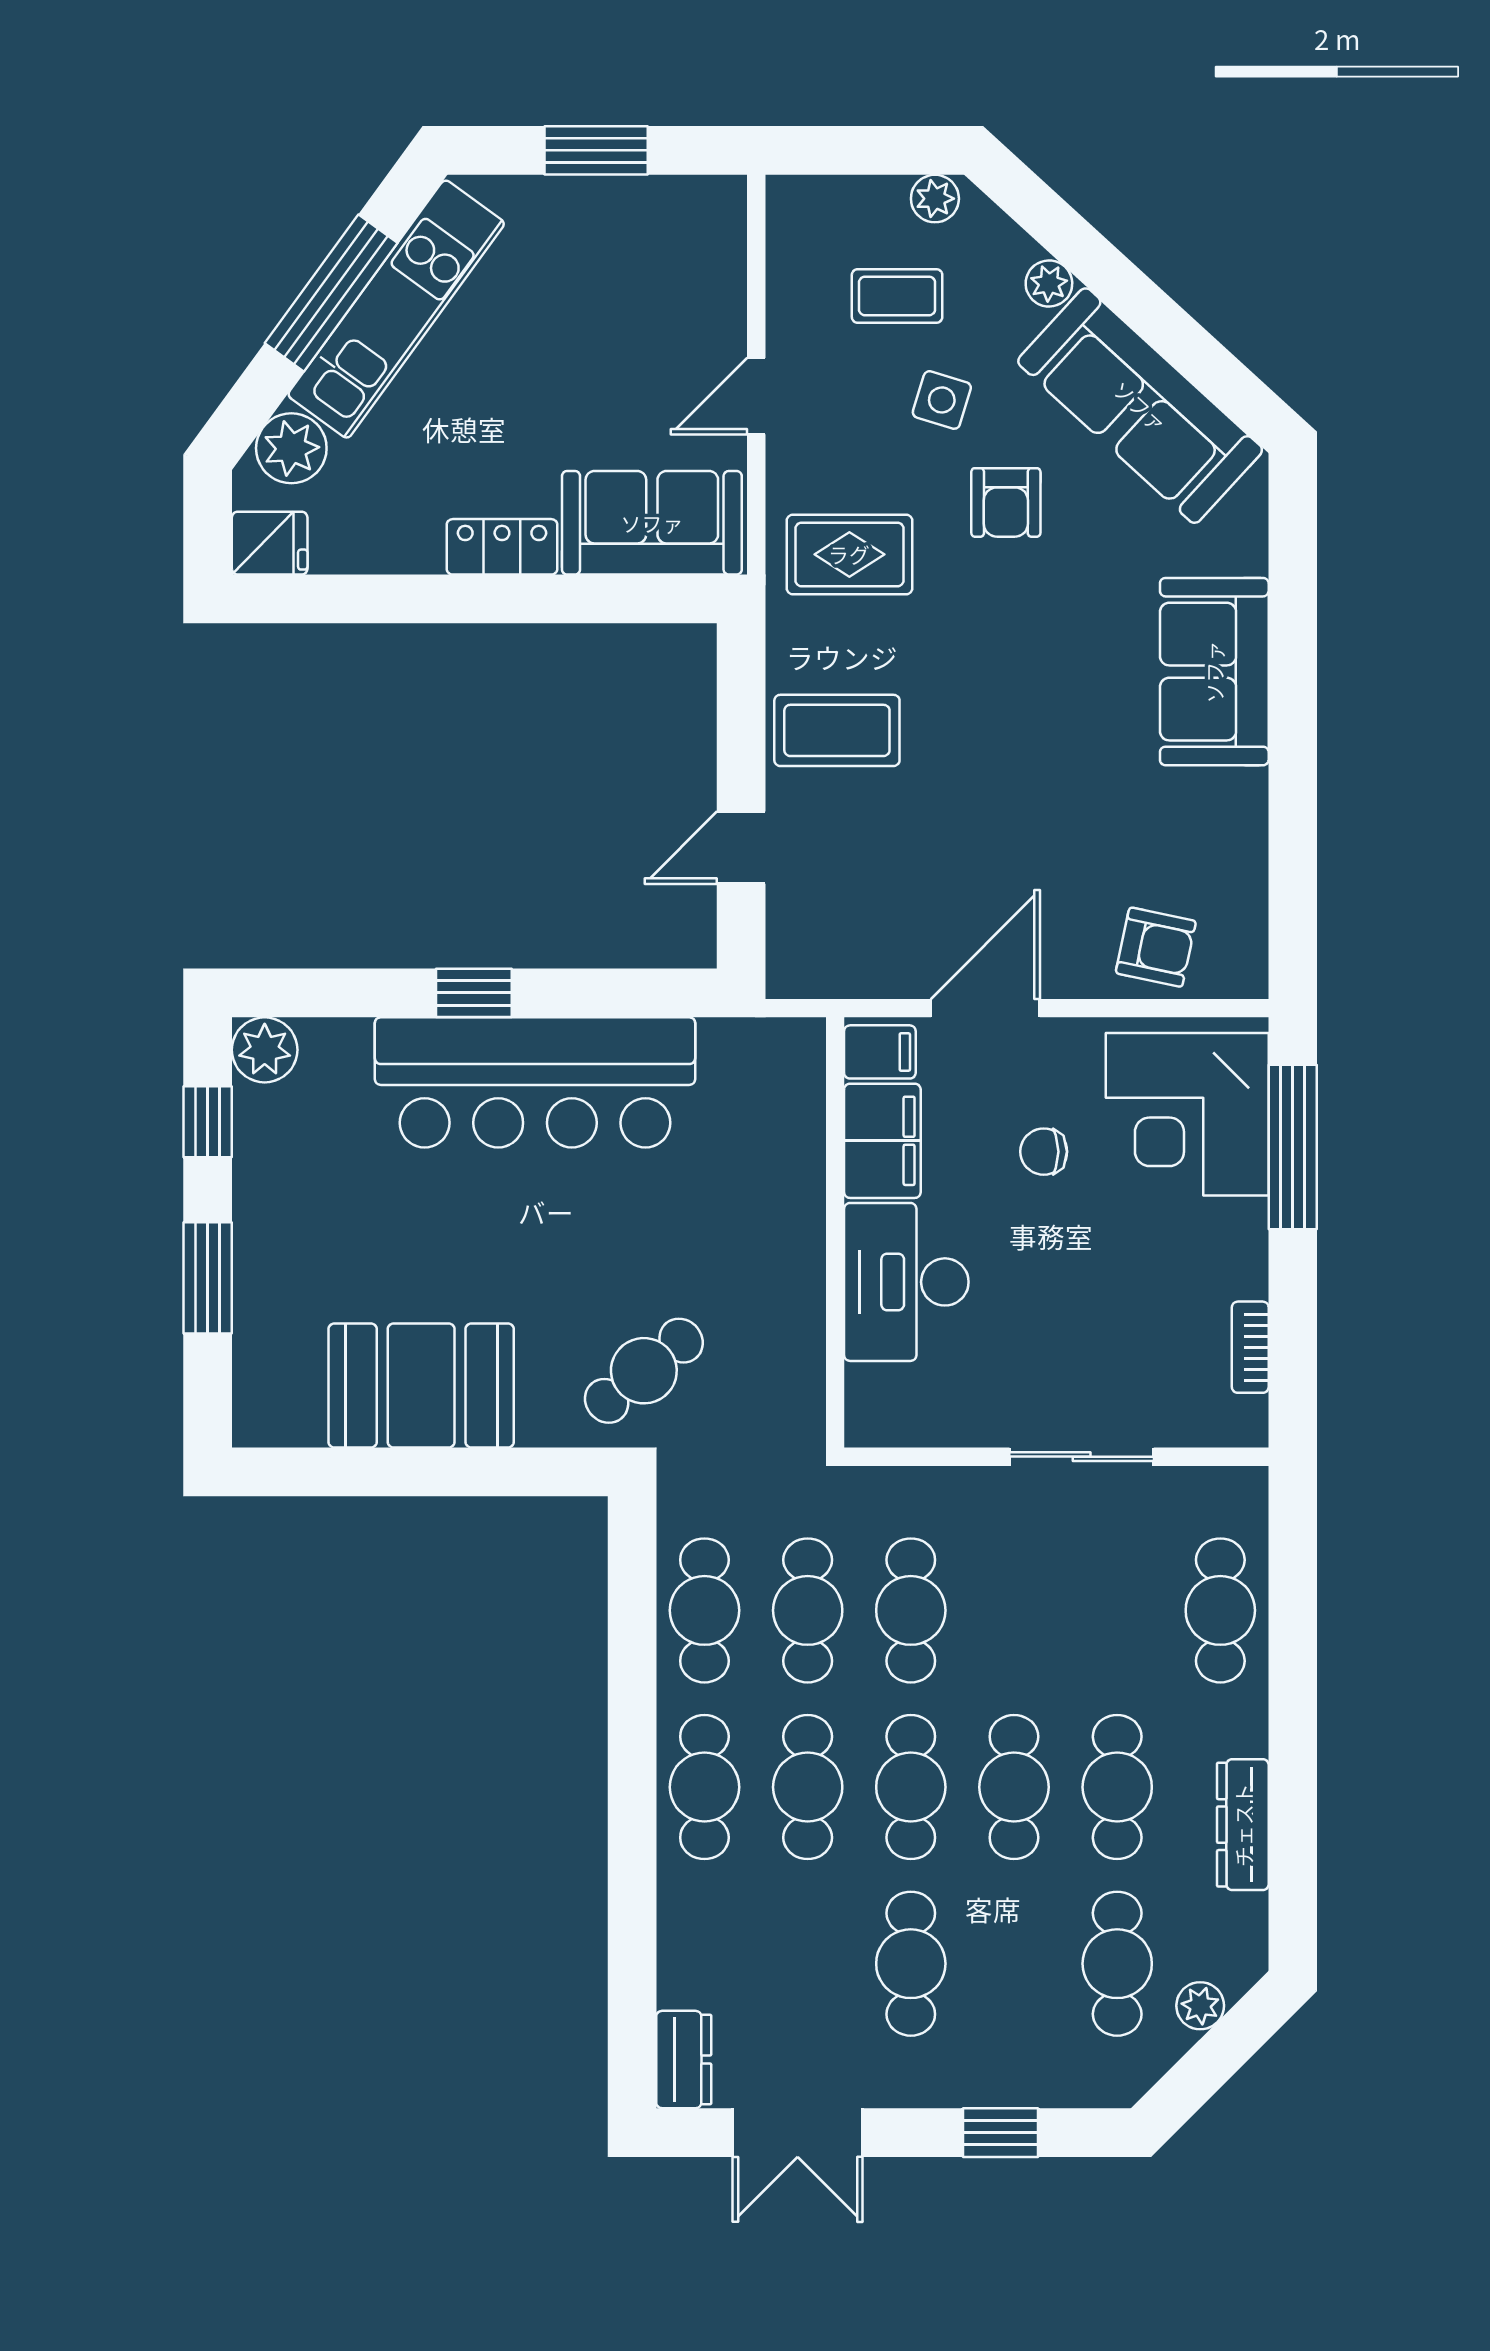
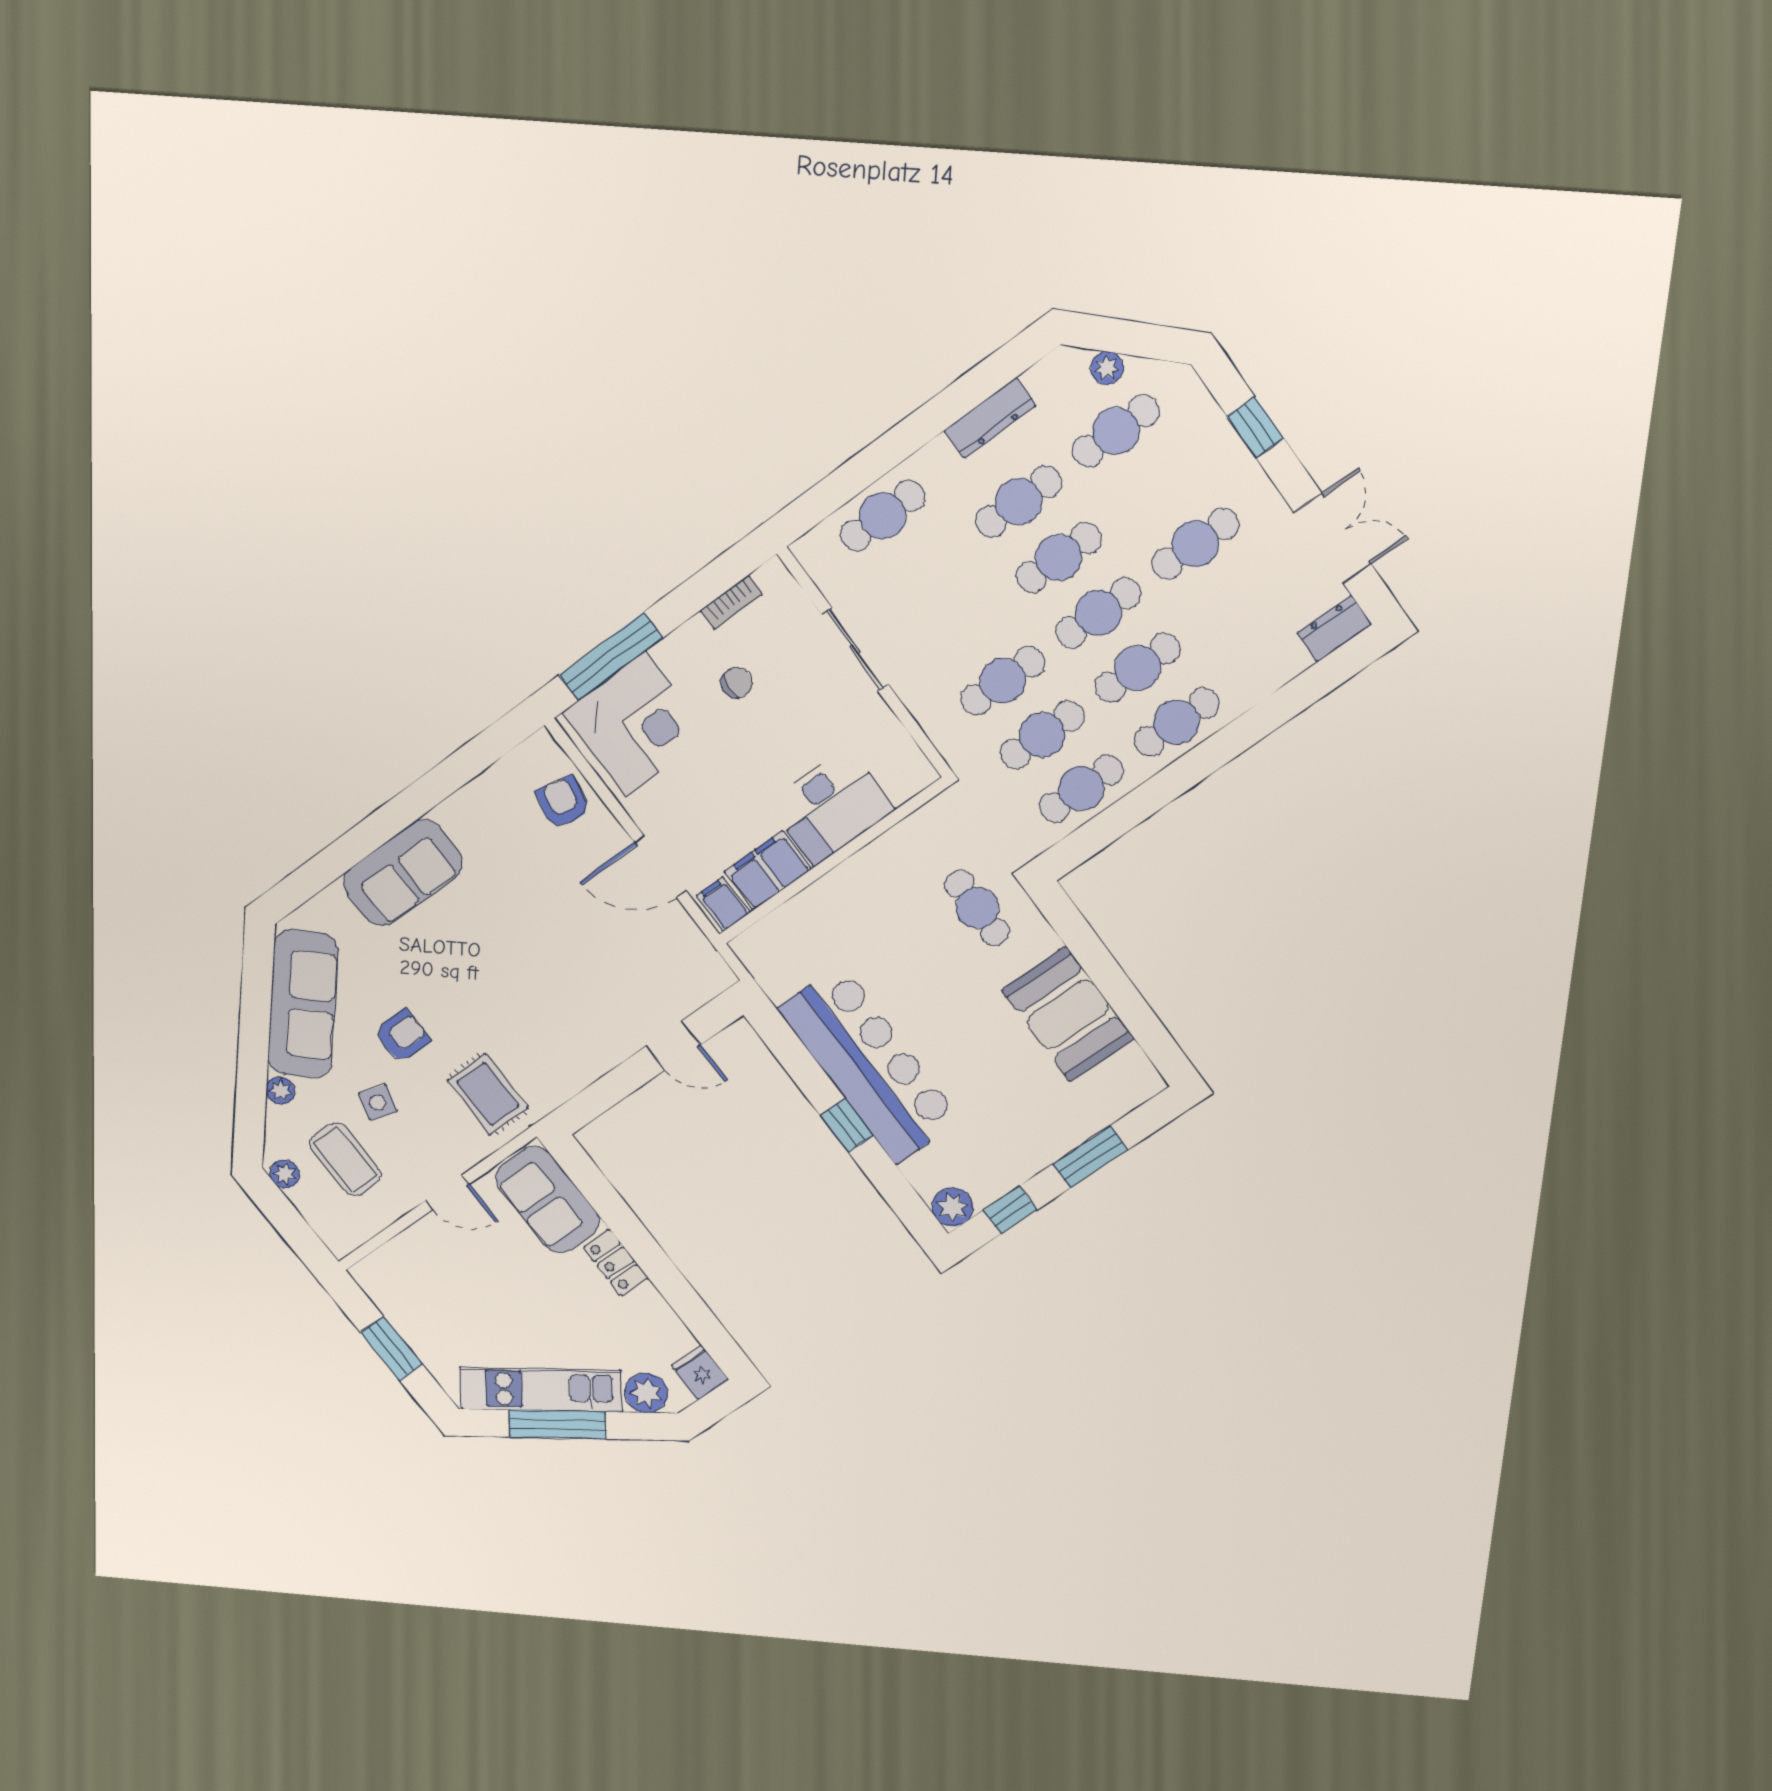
coffee table: (897, 296) -> (345, 1159), width x1.36, depth x1.30
coffee table: (837, 730) -> (579, 1039), removed
chair: (1044, 1152) -> (737, 682), moved, turned -87
cafe table: (644, 1371) -> (977, 908), turned 39

